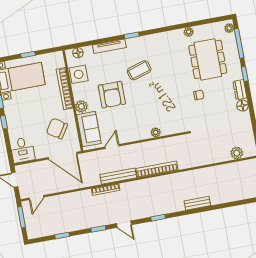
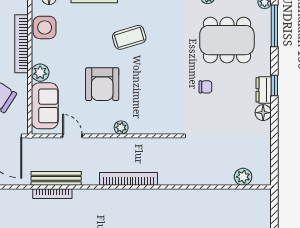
dining table: (208, 59) -> (227, 40), turned 90
window: (245, 74) -> (274, 85), moved
armchair: (112, 95) -> (102, 84), moved
plant: (156, 132) -> (121, 127), moved
door: (112, 147) -> (72, 136), hinge flipped
bench: (118, 176) -> (56, 178), moved

